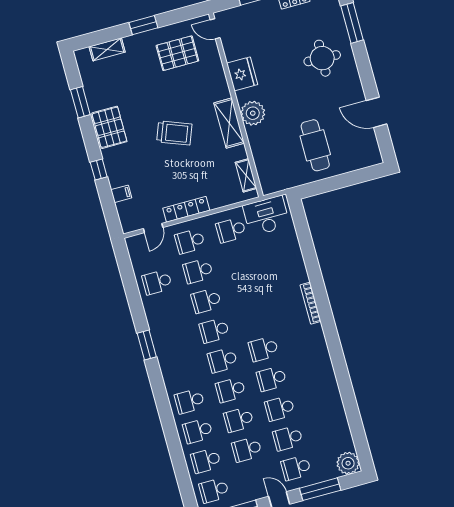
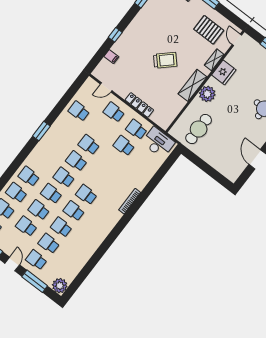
pallet: (109, 127) -> (142, 24), removed
trolley: (174, 133) -> (165, 60), turned -64
cafe table: (315, 145) -> (199, 129), moved
shelving: (246, 175) -> (214, 60), moved
locker: (186, 209) -> (139, 105), moved
school desk: (198, 271) -> (124, 146), moved

